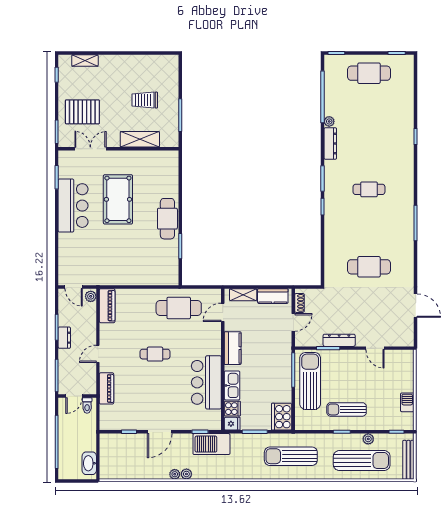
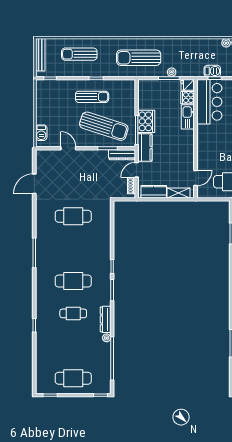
cafe table: (369, 151) -> (73, 313), added
cafe table: (369, 189) -> (73, 281), width x1.37, depth x1.35
door: (416, 306) -> (34, 184), hinge flipped
dresser: (339, 340) -> (122, 155), moved
kitchen counter: (233, 348) -> (145, 147), moved, turned 180
sun lounger: (310, 381) -> (104, 126), moved, turned -72
bar counter: (206, 382) -> (209, 102), moved
barbecue: (407, 402) -> (41, 133), moved
cooker: (282, 417) -> (146, 121), moved
plant: (368, 439) -> (172, 72), moved
barbecue: (211, 444) -> (212, 71), width x0.53, depth x0.65
sun lounger: (291, 456) -> (139, 58), turned 180
sun lounger: (362, 461) -> (79, 54), width x0.73, depth x0.75

